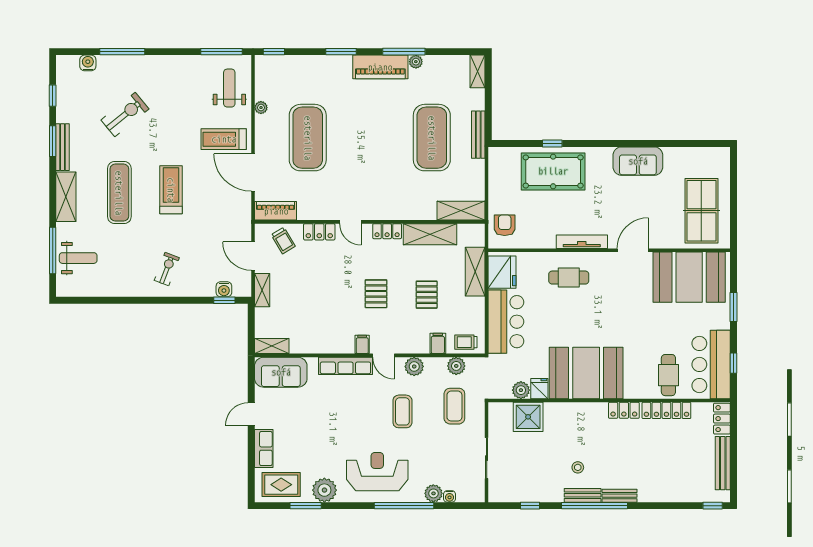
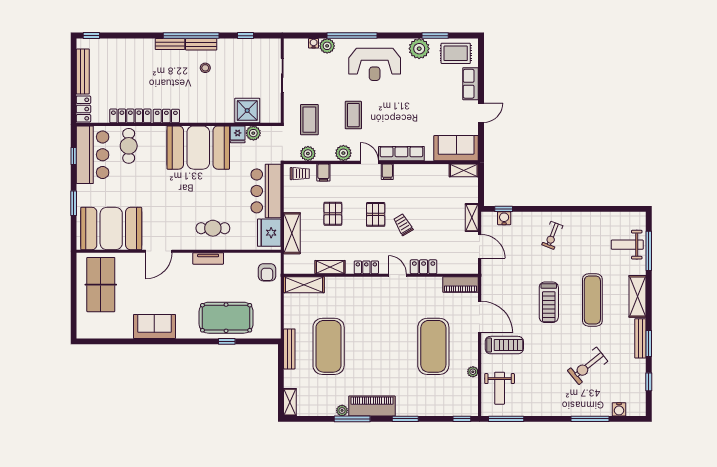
shelving: (430, 234) -> (330, 267), width x0.67, depth x0.75
trolley: (283, 240) -> (403, 225), moved
tv unit: (582, 242) -> (208, 258), width x0.71

